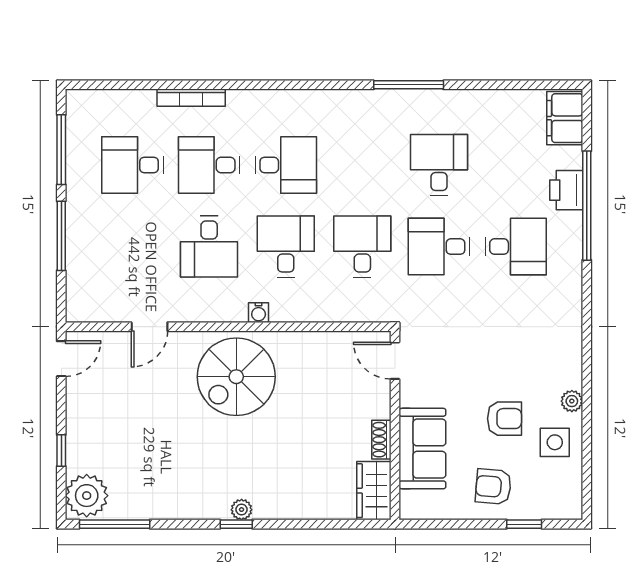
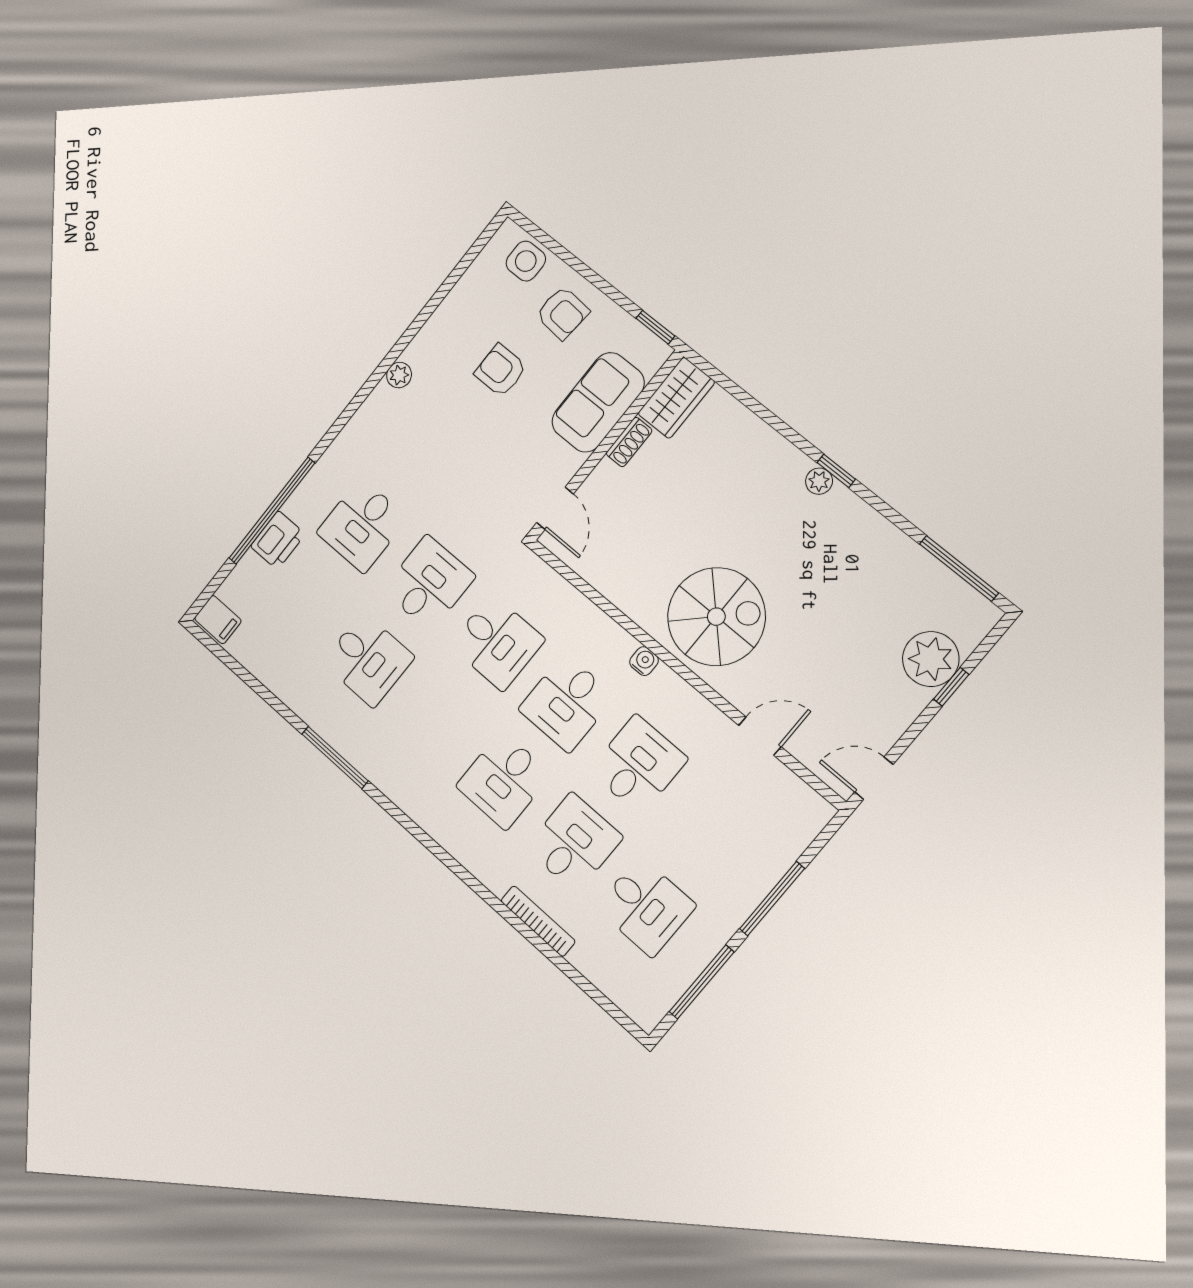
filing cabinet: (565, 118) -> (218, 620), width x0.50
desk: (209, 165) -> (574, 843), turned -90
desk: (286, 165) -> (504, 780), turned -90
desk: (439, 165) -> (368, 660), turned -90
desk: (362, 247) -> (497, 642), turned -90
desk: (439, 247) -> (429, 583), turned -90
desk: (516, 247) -> (362, 525), turned -90
plant: (572, 401) -> (399, 375), moved
side table: (555, 442) -> (526, 261), moved
plant: (87, 496) -> (931, 659), moved
window: (524, 524) -> (655, 327), moved

